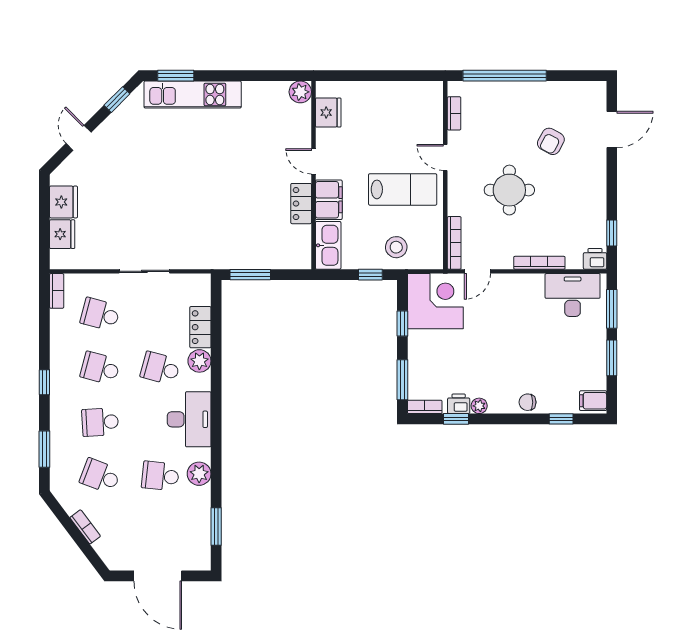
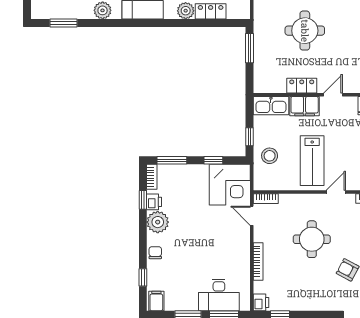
round table: (226, 199) -> (305, 31), added
bookcase: (454, 243) -> (266, 199), width x0.64
desk: (573, 295) -> (219, 295), moved, turned 90
plant: (479, 406) -> (158, 222), width x1.88, depth x1.88

